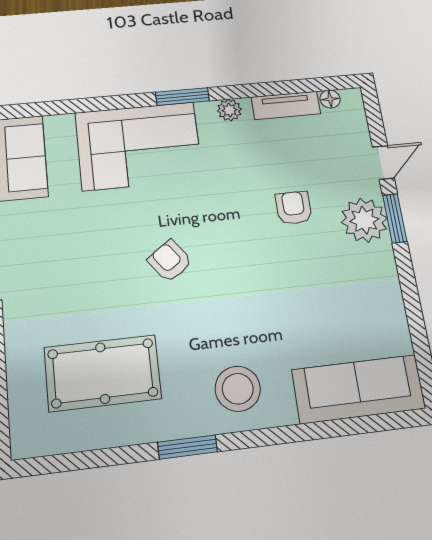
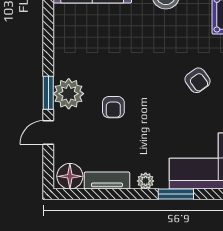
floor lamp: (330, 99) -> (70, 176), width x1.89, depth x1.89

